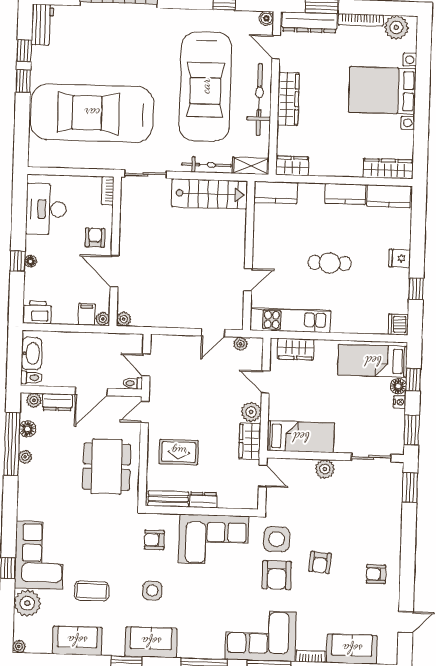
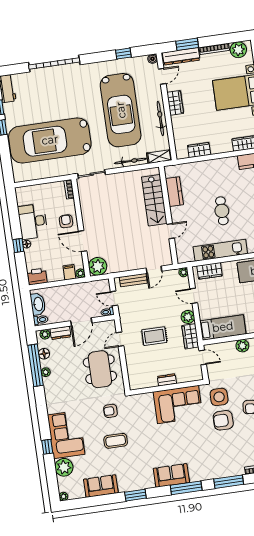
door: (276, 47) -> (162, 76), swing flipped
wardrobe: (288, 99) -> (175, 103), width x0.67
bicycle: (259, 100) -> (160, 118), width x0.73, depth x0.71
wardrobe: (292, 166) -> (199, 150), moved
kitchen counter: (276, 192) -> (174, 192), moved, turned -90
stairs: (210, 194) -> (154, 200), moved, turned 90
kitchen counter: (345, 194) -> (224, 164), removed
desk: (46, 209) -> (33, 221), moved
cafe table: (330, 263) -> (222, 211), turned 90
plant: (124, 319) -> (98, 266), width x1.88, depth x1.88
kitchen unit: (290, 320) -> (220, 250), moved
plant: (240, 344) -> (184, 272), moved
door: (145, 412) -> (120, 339), moved
rug: (179, 452) -> (154, 336), moved
bench: (168, 499) -> (133, 280), moved
armchair: (154, 540) -> (110, 411), moved
armchair: (277, 575) -> (223, 420), turned 90
coffee table: (92, 591) -> (116, 441), moved
side table: (152, 591) -> (144, 445), removed
corner sofa: (261, 636) -> (220, 462), removed
sofa: (151, 642) -> (171, 475), moved

